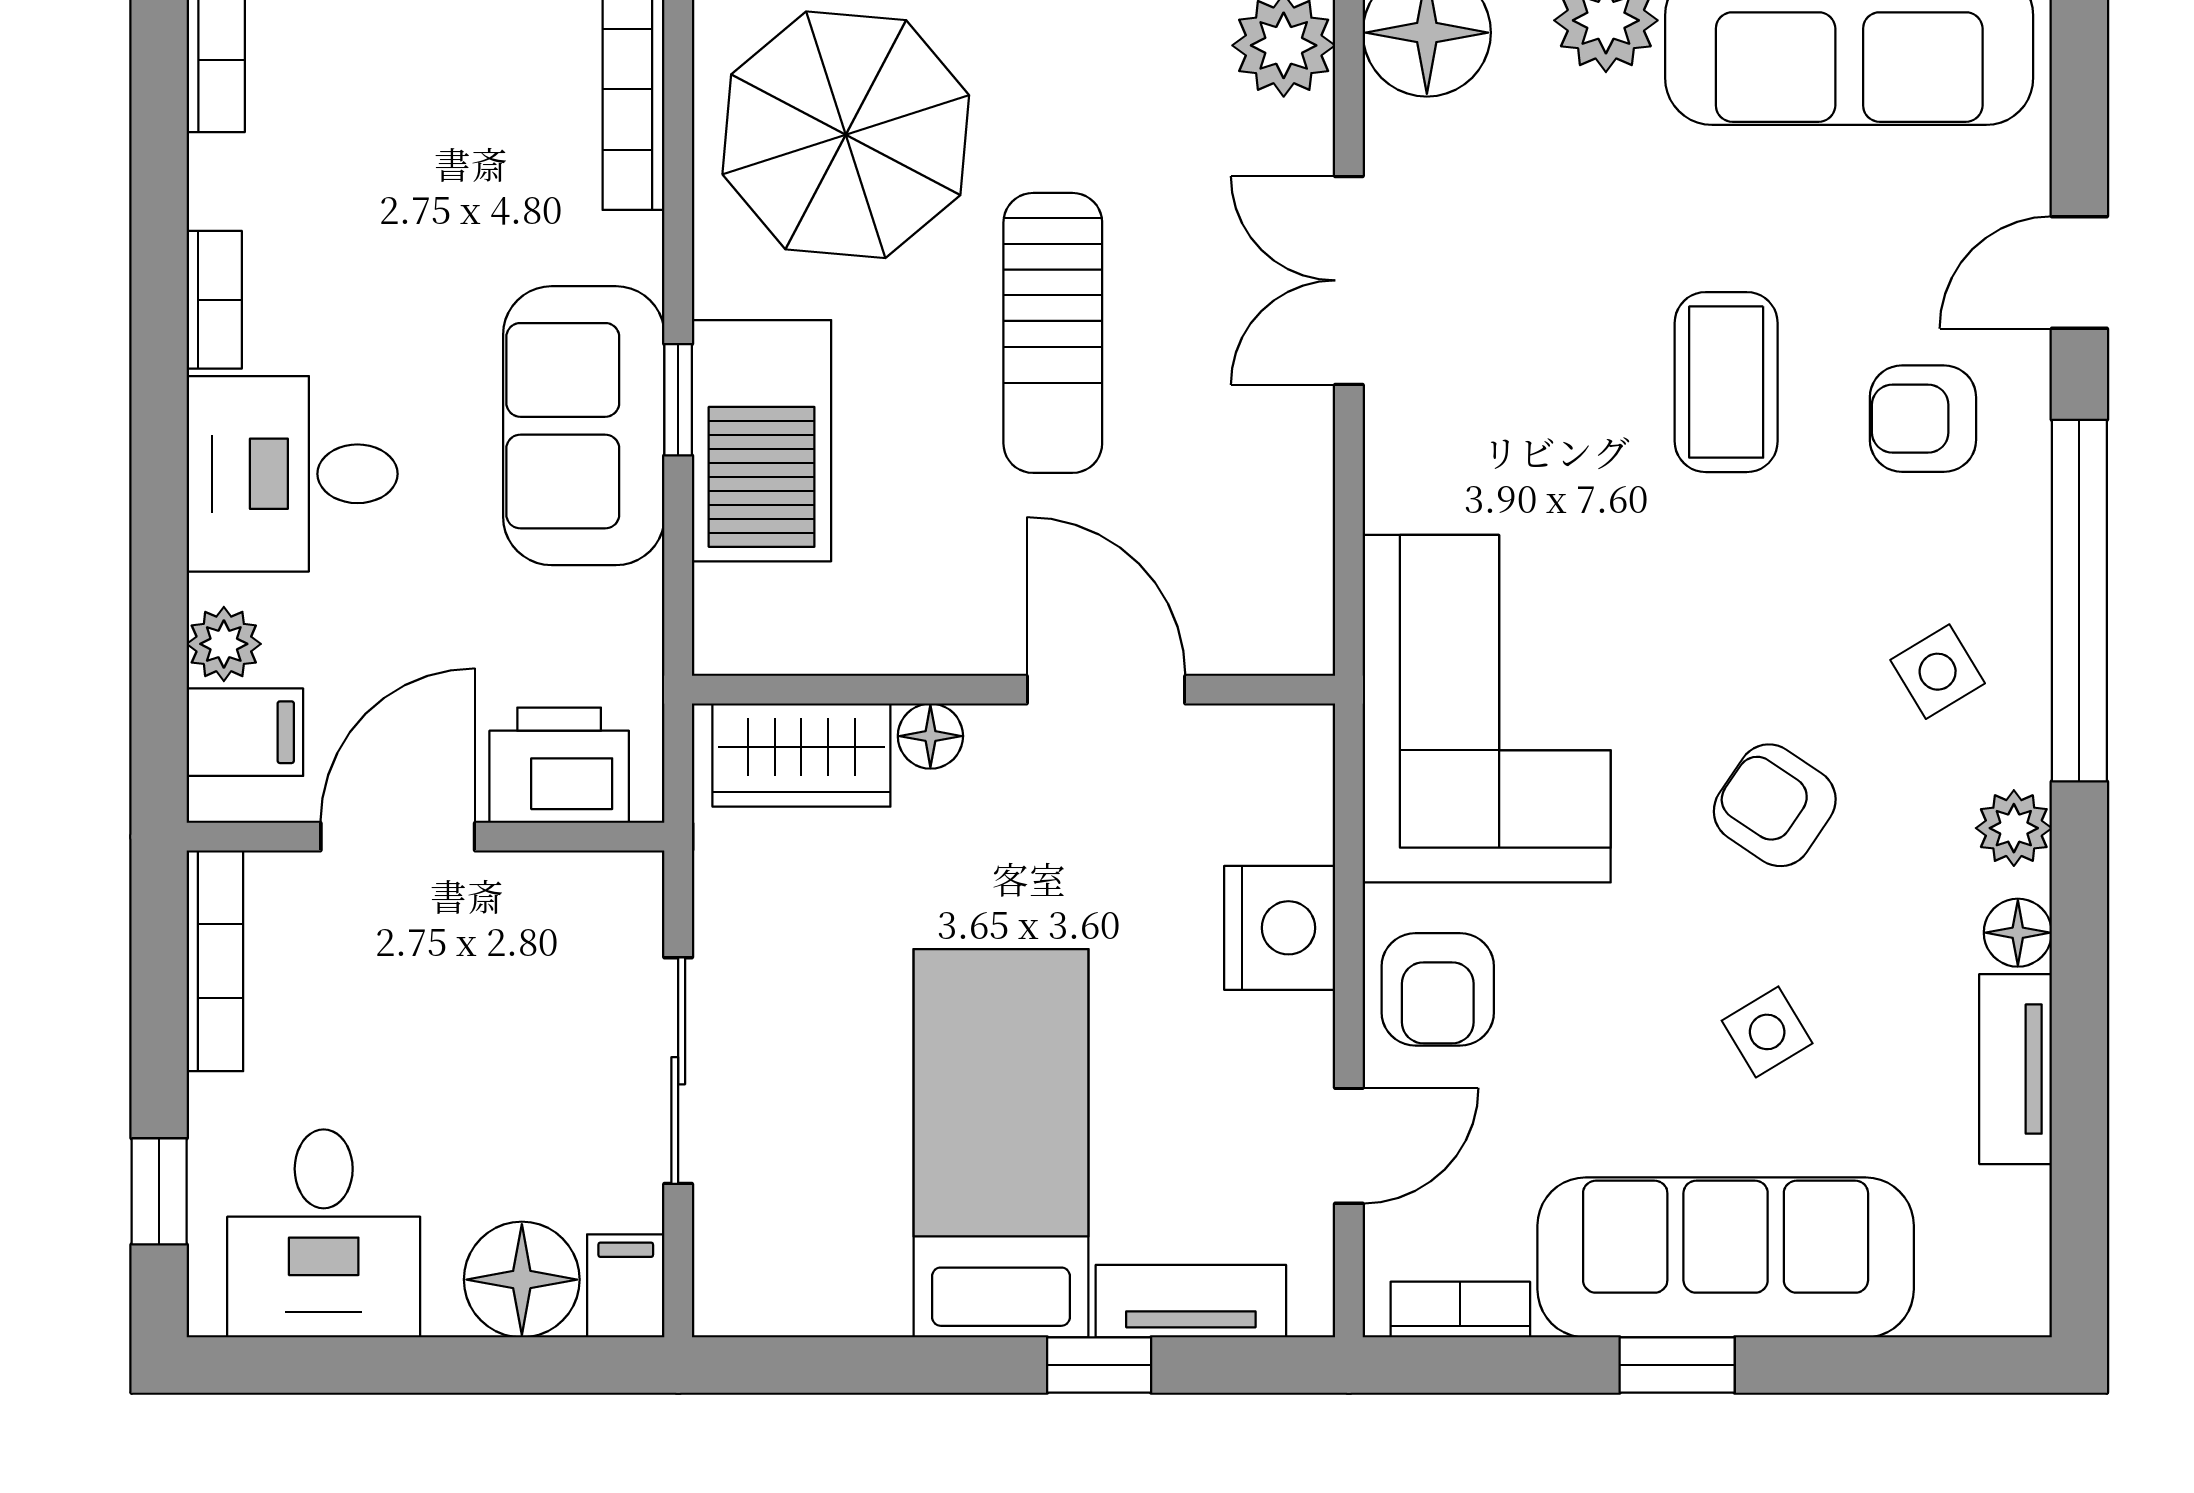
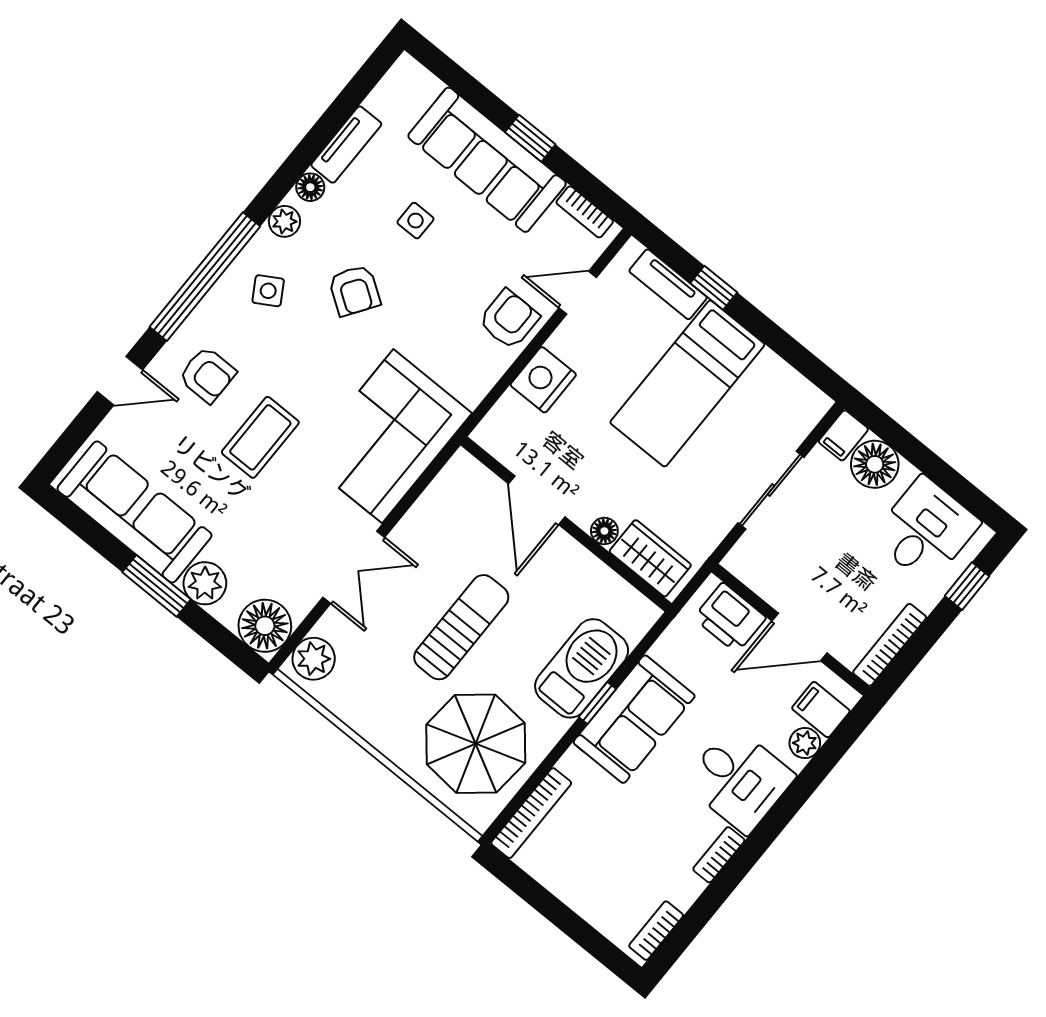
corner sofa: (1487, 709) -> (388, 436), moved
side table: (1767, 1032) -> (416, 221), turned 31

